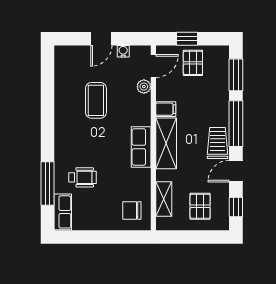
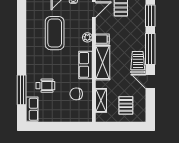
plant: (144, 87) -> (87, 37), moved
coffee table: (96, 100) -> (55, 33), width x1.36, depth x1.32
door: (236, 171) -> (150, 81), hinge flipped
window: (236, 207) -> (150, 106), removed
chair: (132, 211) -> (76, 94), moved

